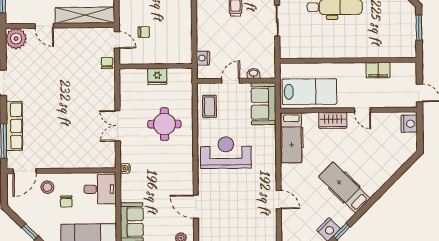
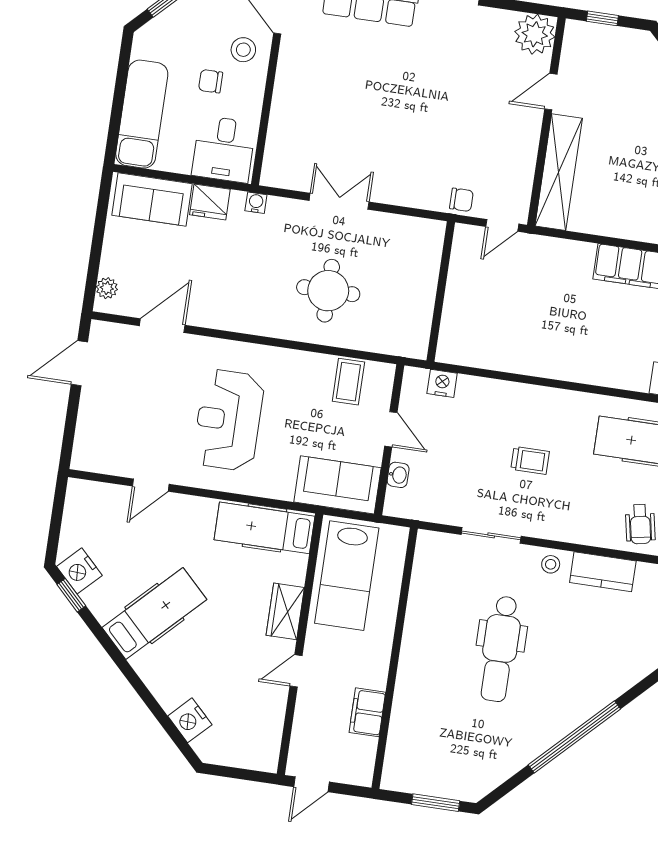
chair: (144, 32) -> (509, 279), removed
fridge: (157, 76) -> (210, 202), moved, turned -90
coffee table: (210, 106) -> (348, 382), turned 90
nightstand: (409, 124) -> (190, 720), moved, turned 45
reception desk: (226, 153) -> (228, 420), moved, turned 180

